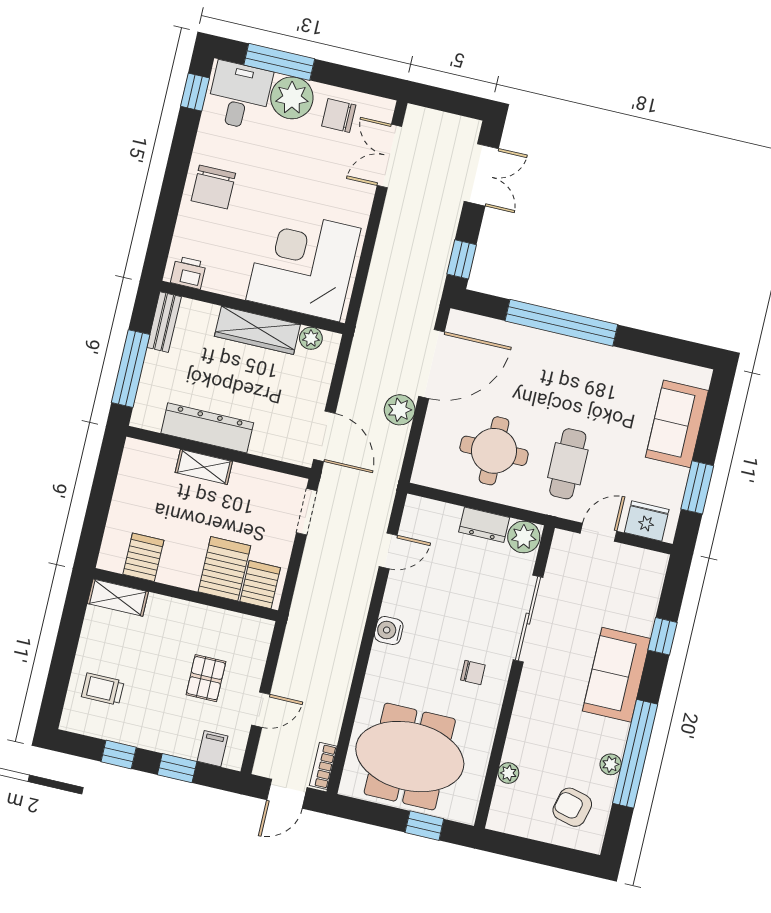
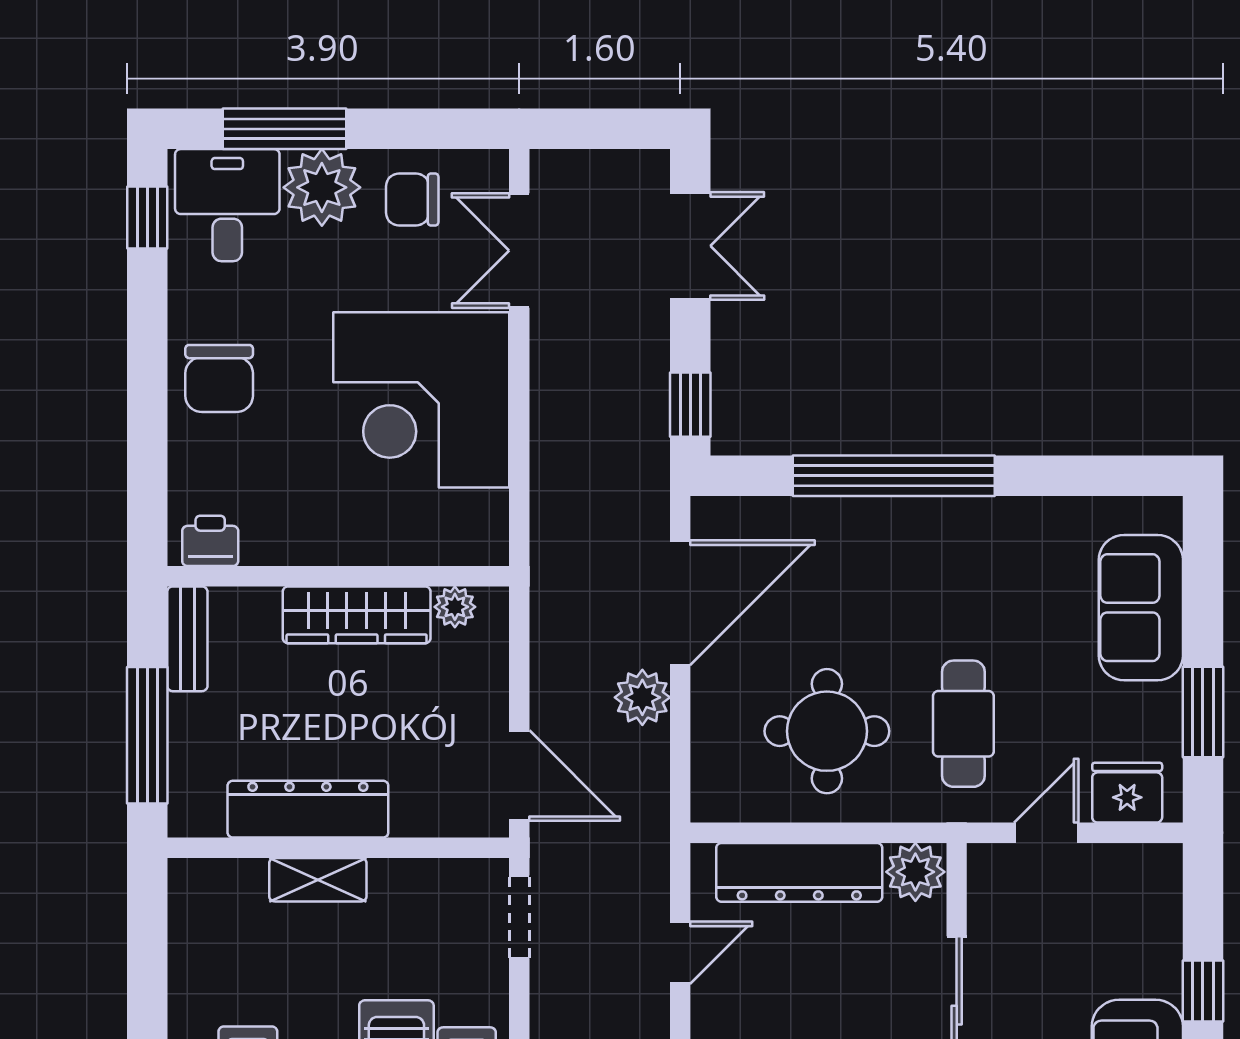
corner desk: (303, 264) -> (421, 400), moved, turned -90
dresser: (484, 525) -> (799, 872), width x1.96, depth x1.24

